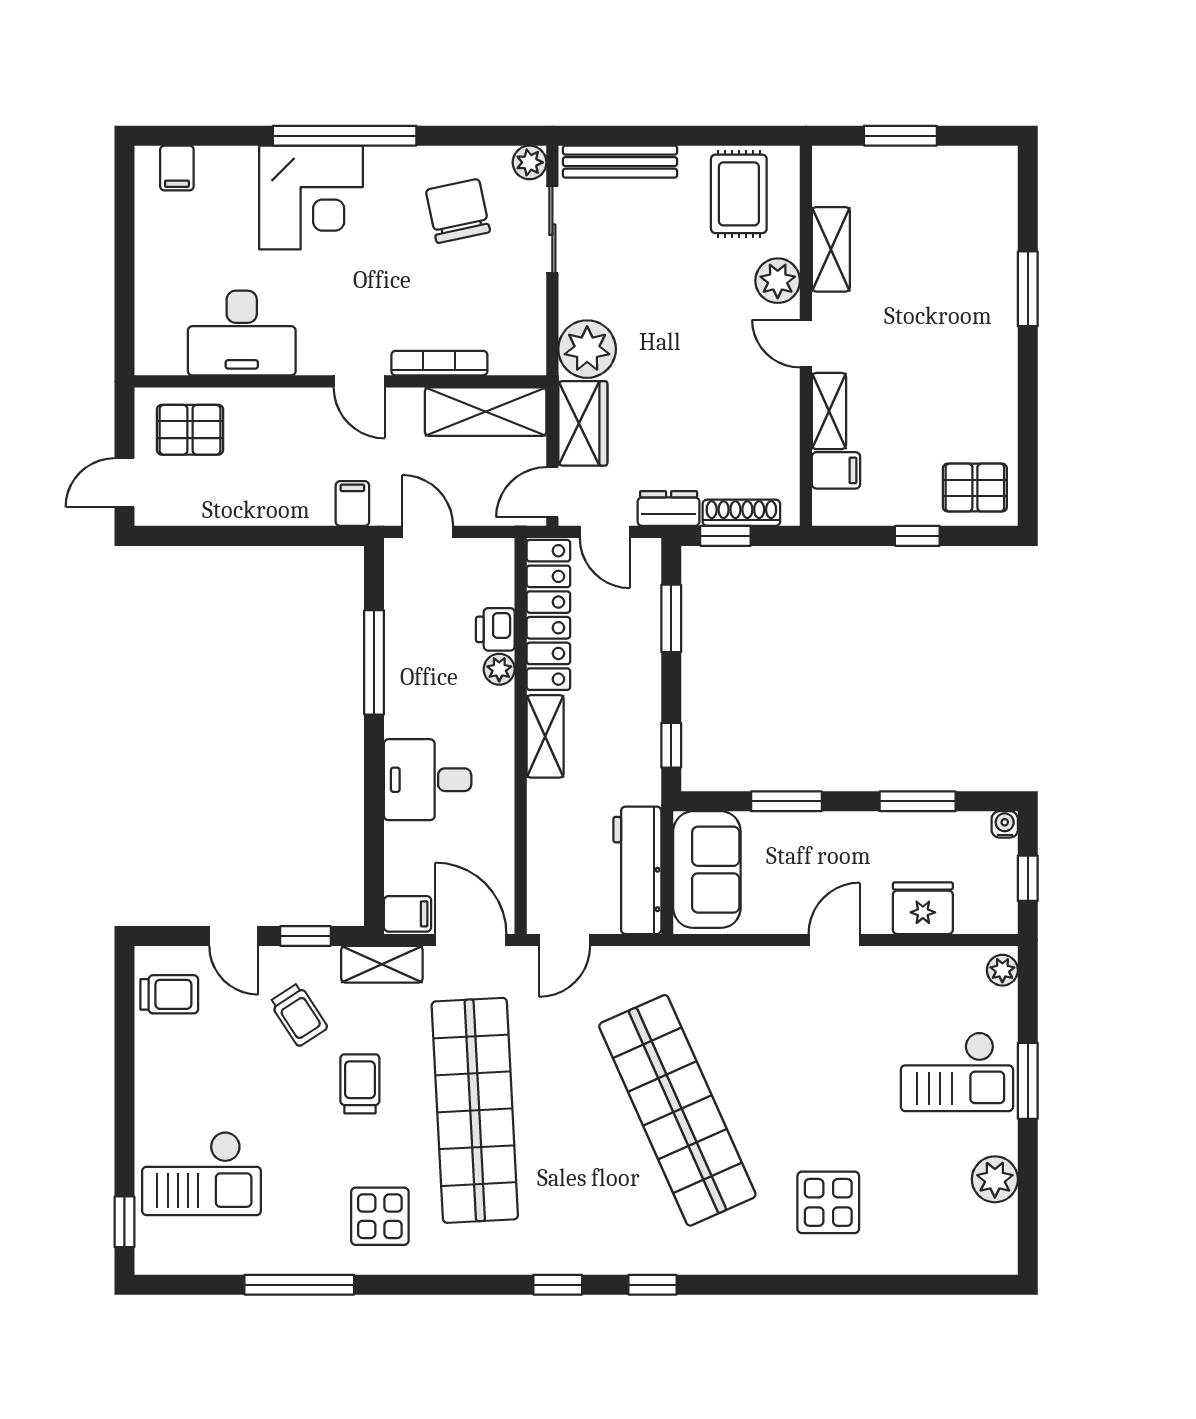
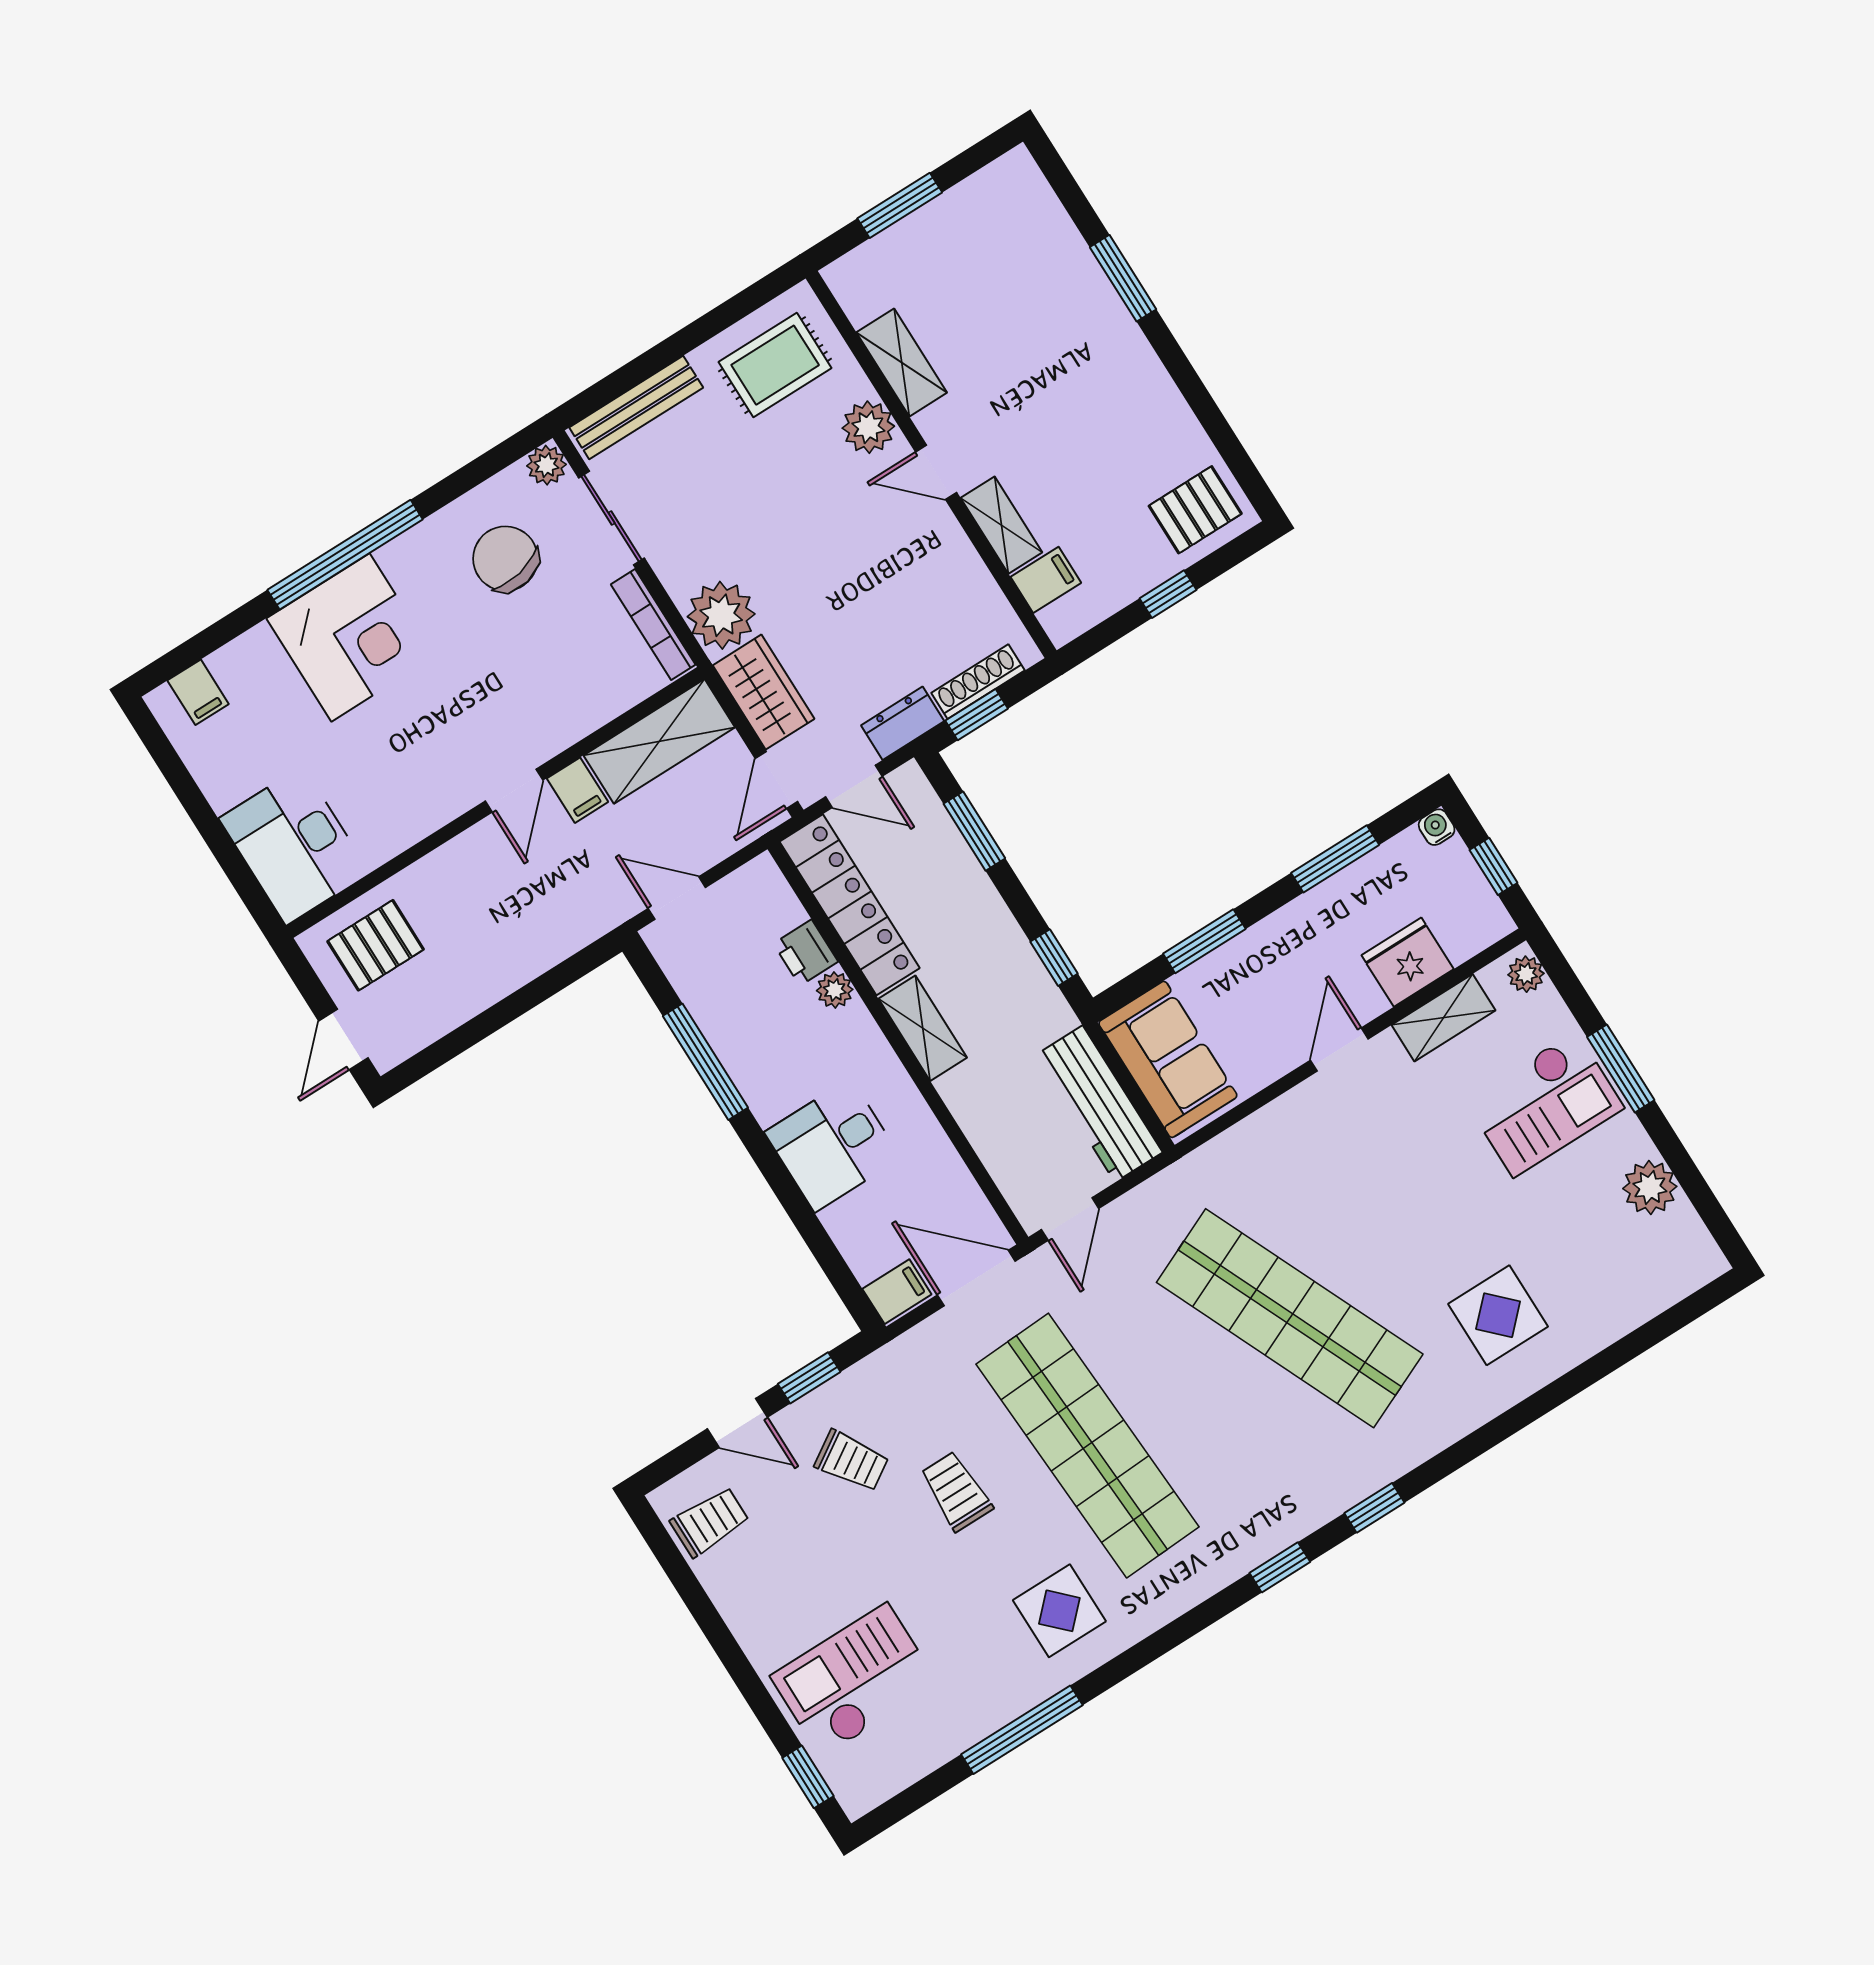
rug: (739, 194) -> (775, 365), turned 90
desk: (242, 333) -> (294, 846), moved, turned 90
bookcase: (439, 363) -> (653, 625), moved, turned -90
door: (359, 381) -> (514, 791), hinge flipped
filing cabinet: (352, 504) -> (577, 790), moved, turned 180
shelving: (382, 964) -> (1444, 1018), moved
checkout: (202, 1173) -> (854, 1680), turned 180

